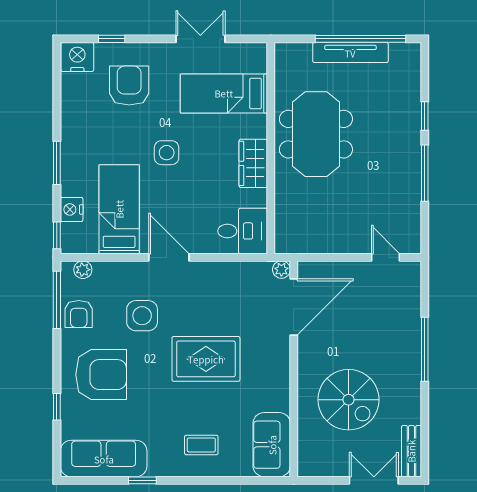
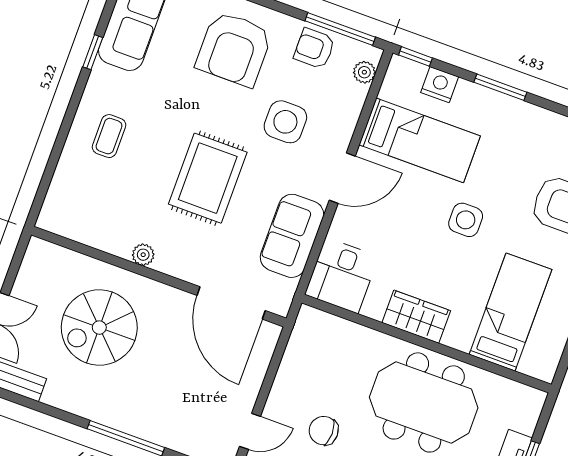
chair: (365, 202) -> (324, 431), added
plant: (281, 270) -> (143, 255), moved
sofa: (272, 445) -> (292, 236), moved, turned -90

